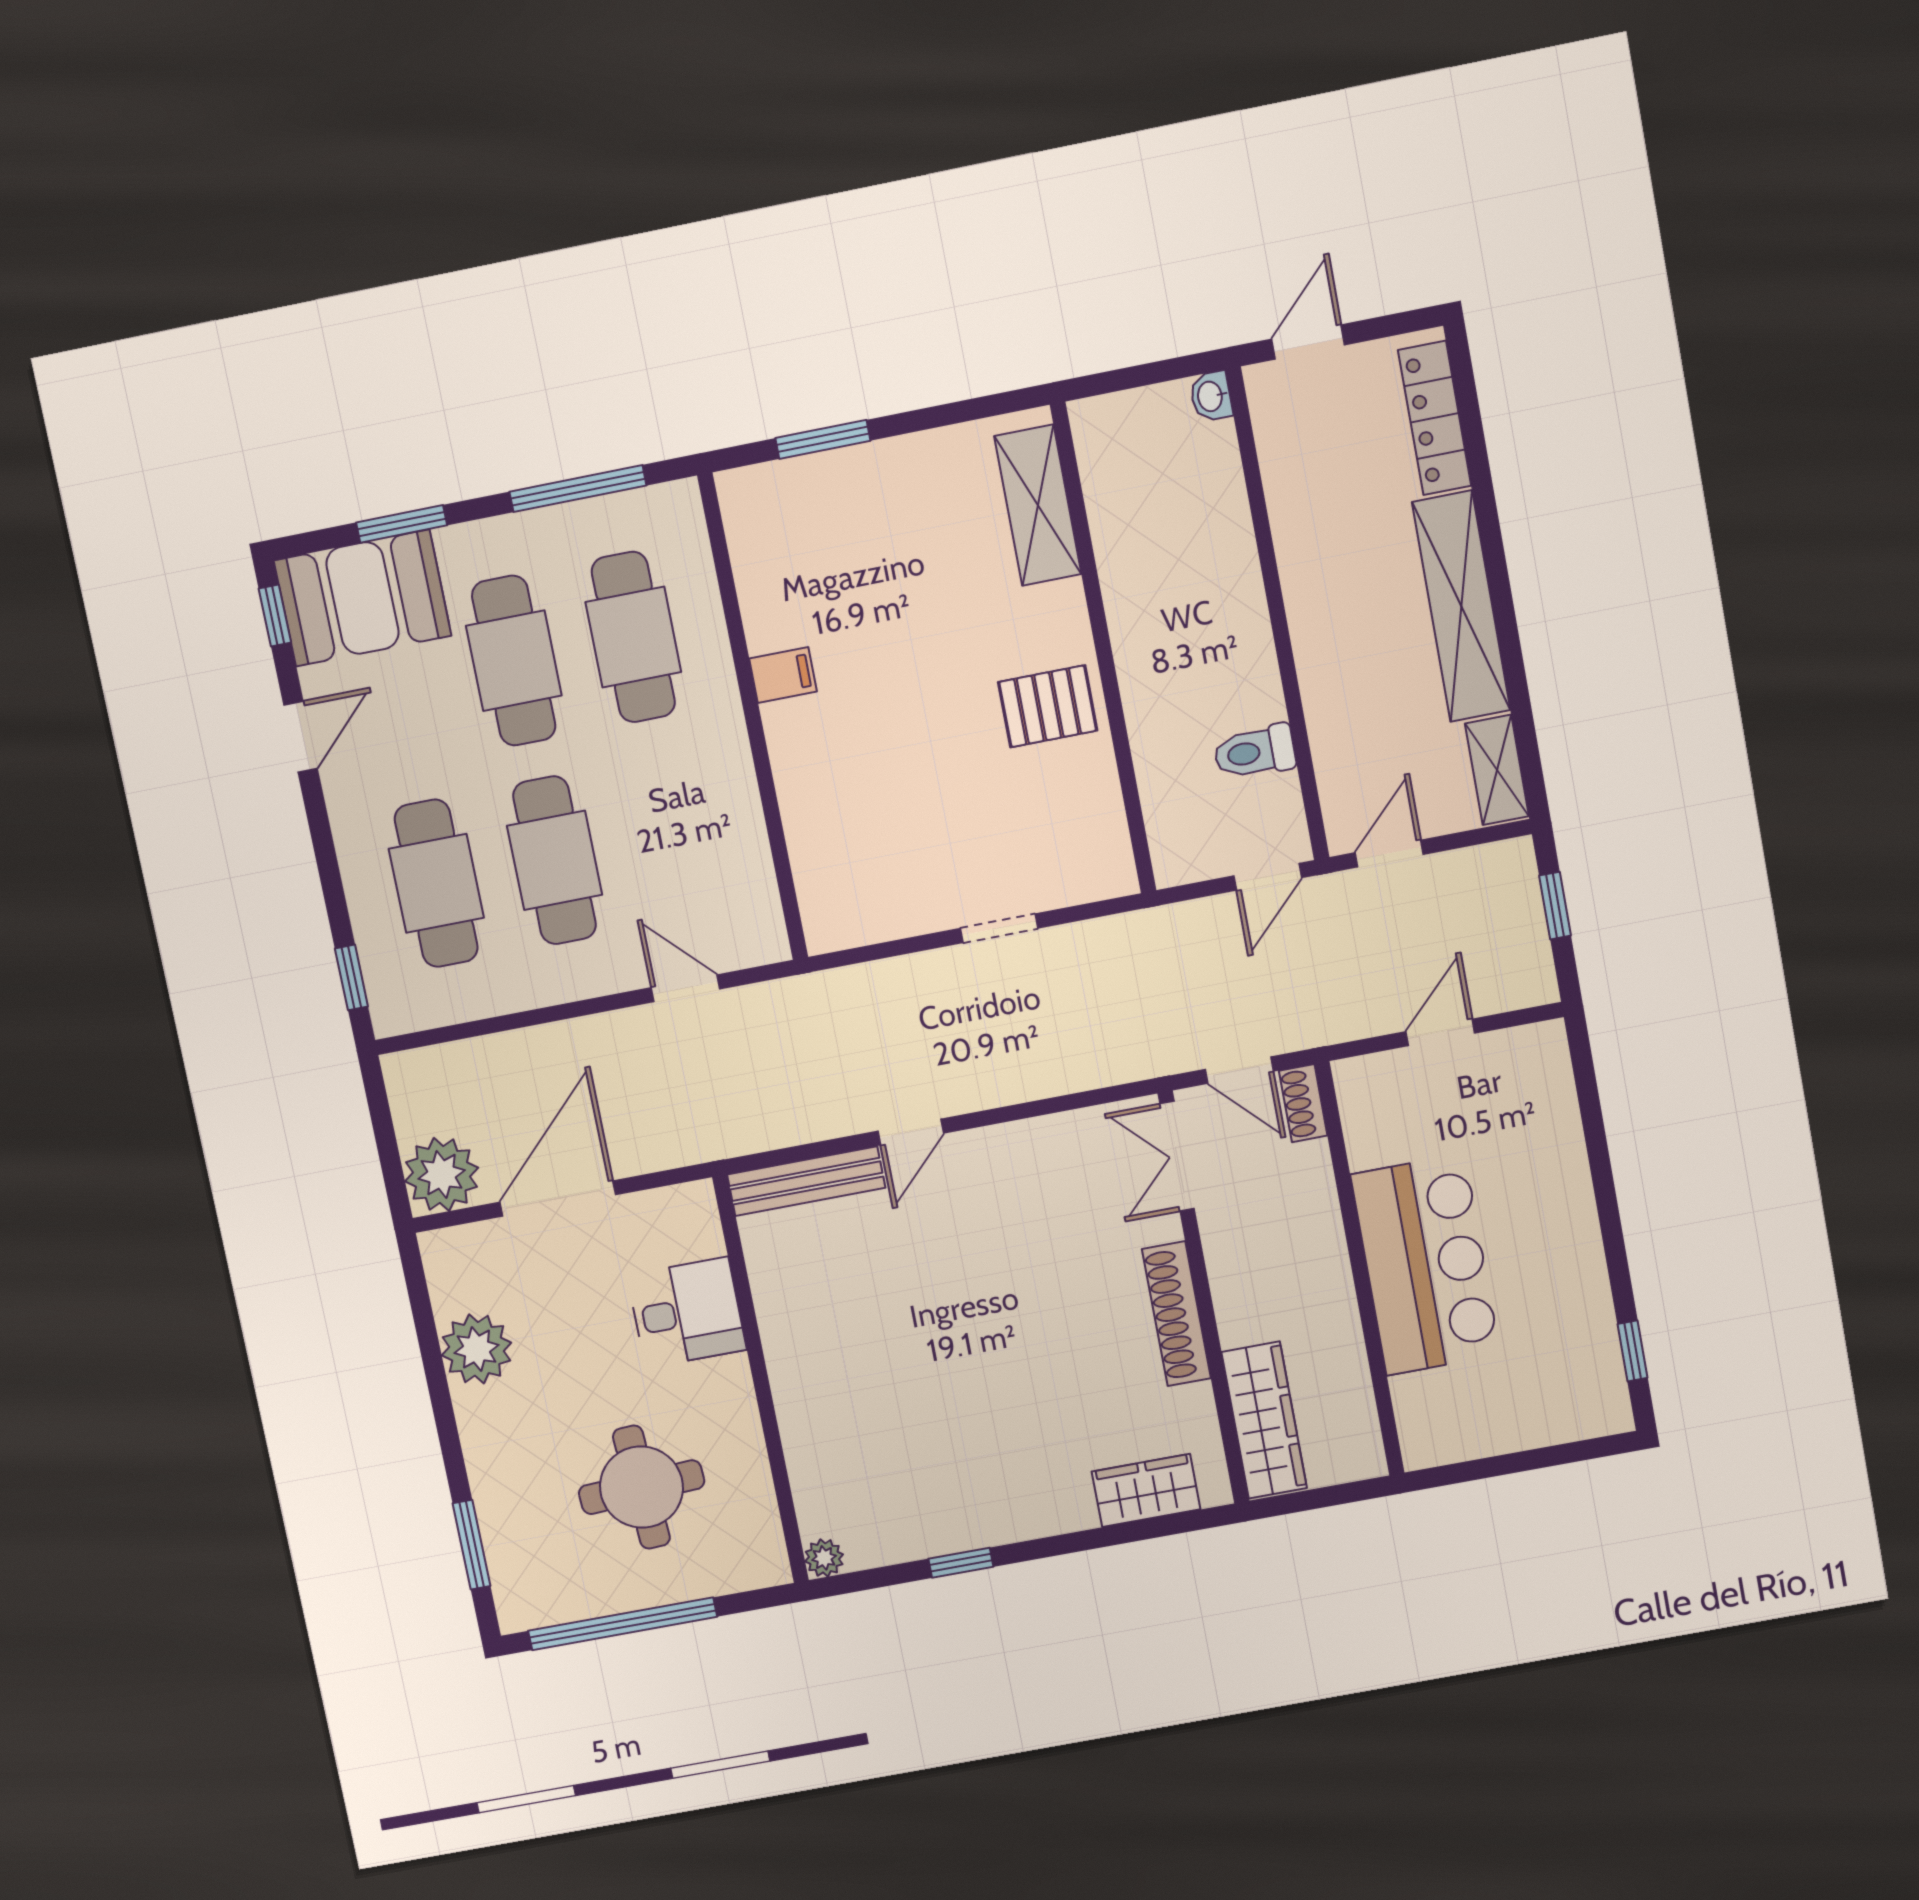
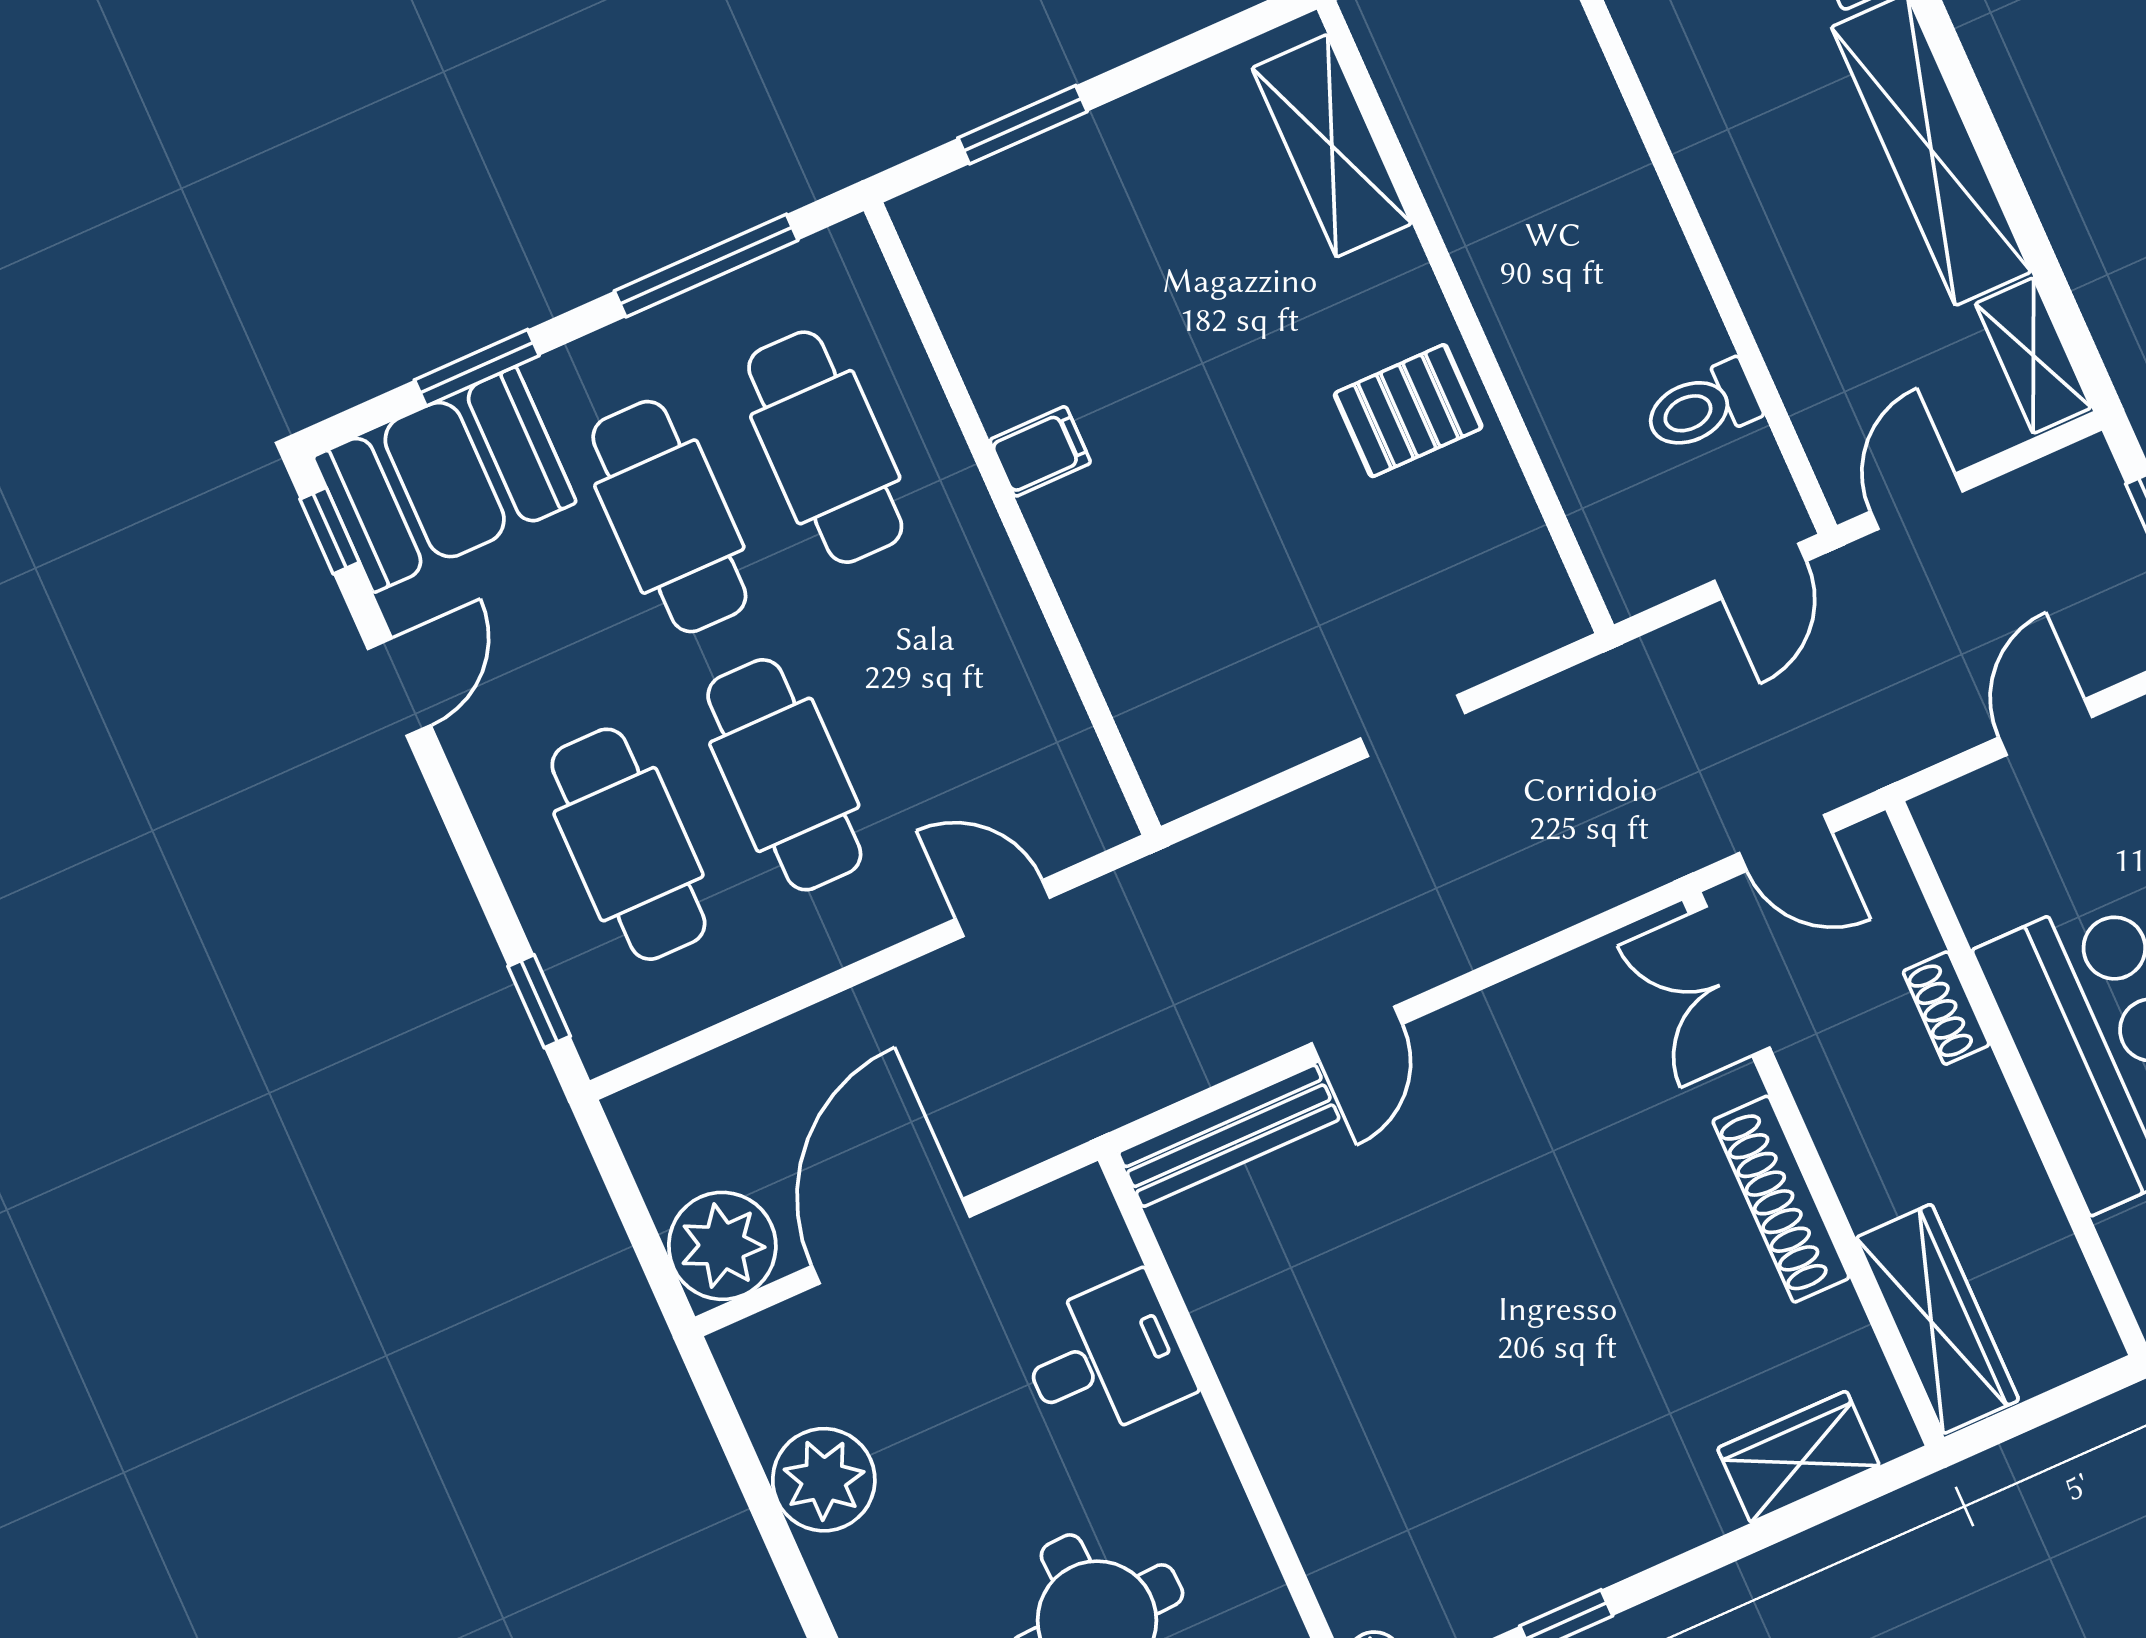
shoe rack: (1303, 1103) -> (1946, 1008), moved

